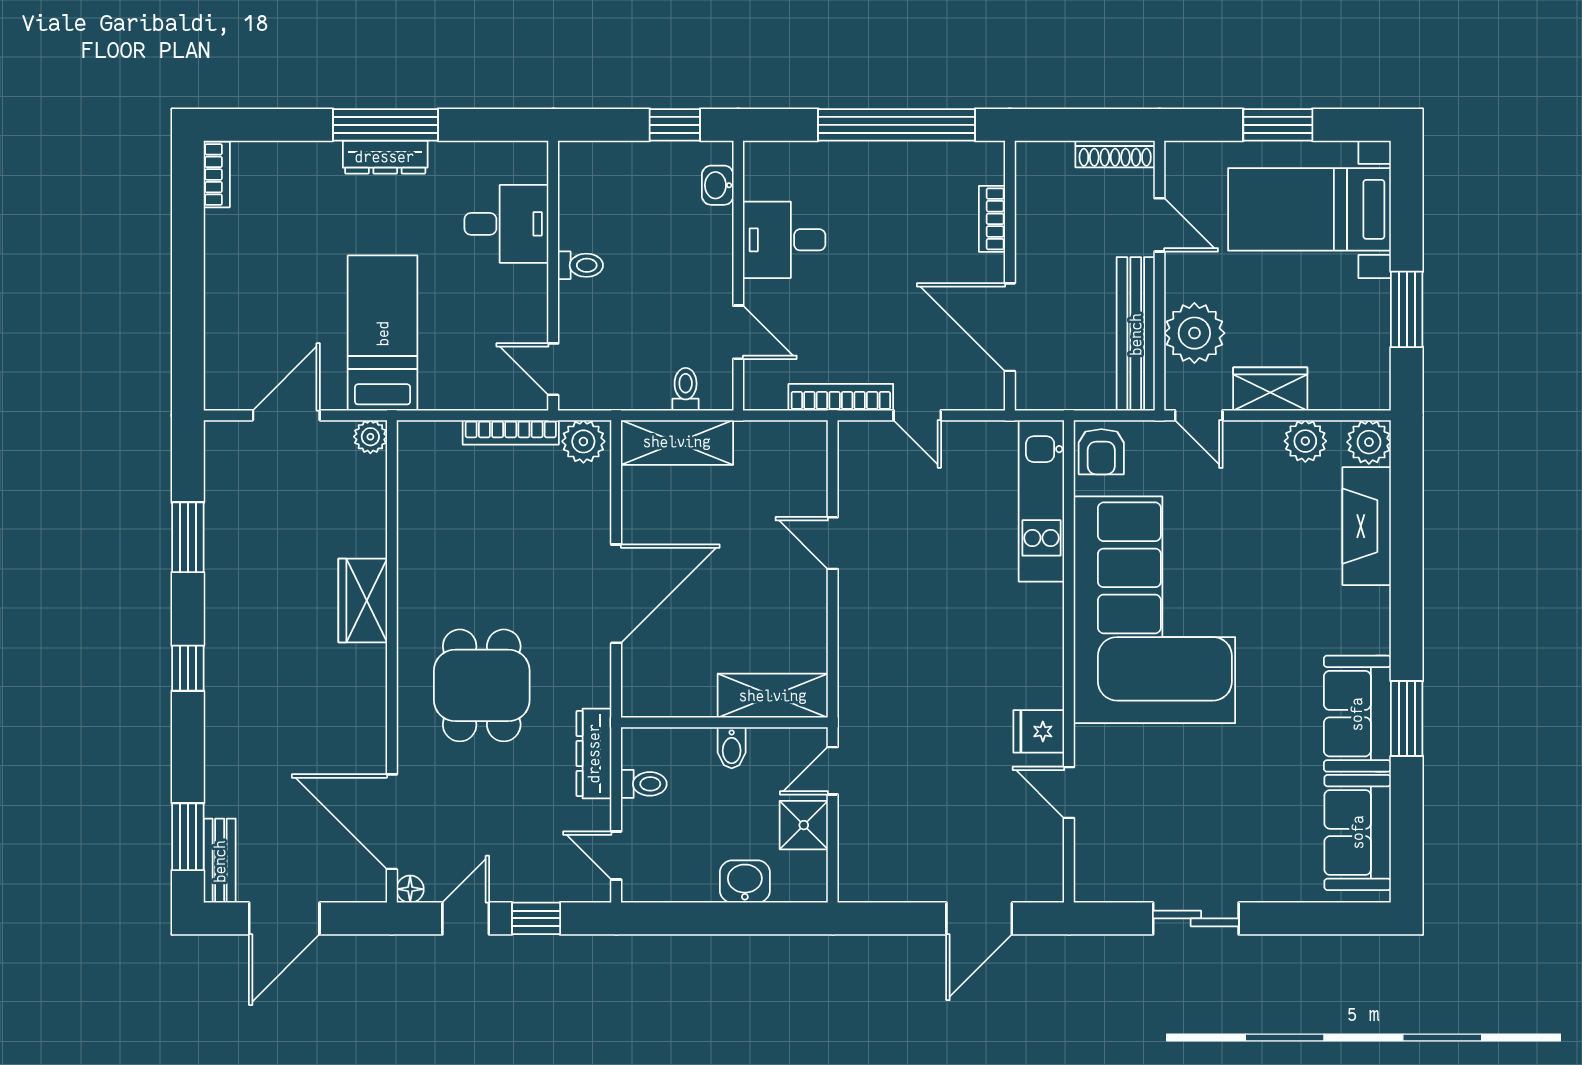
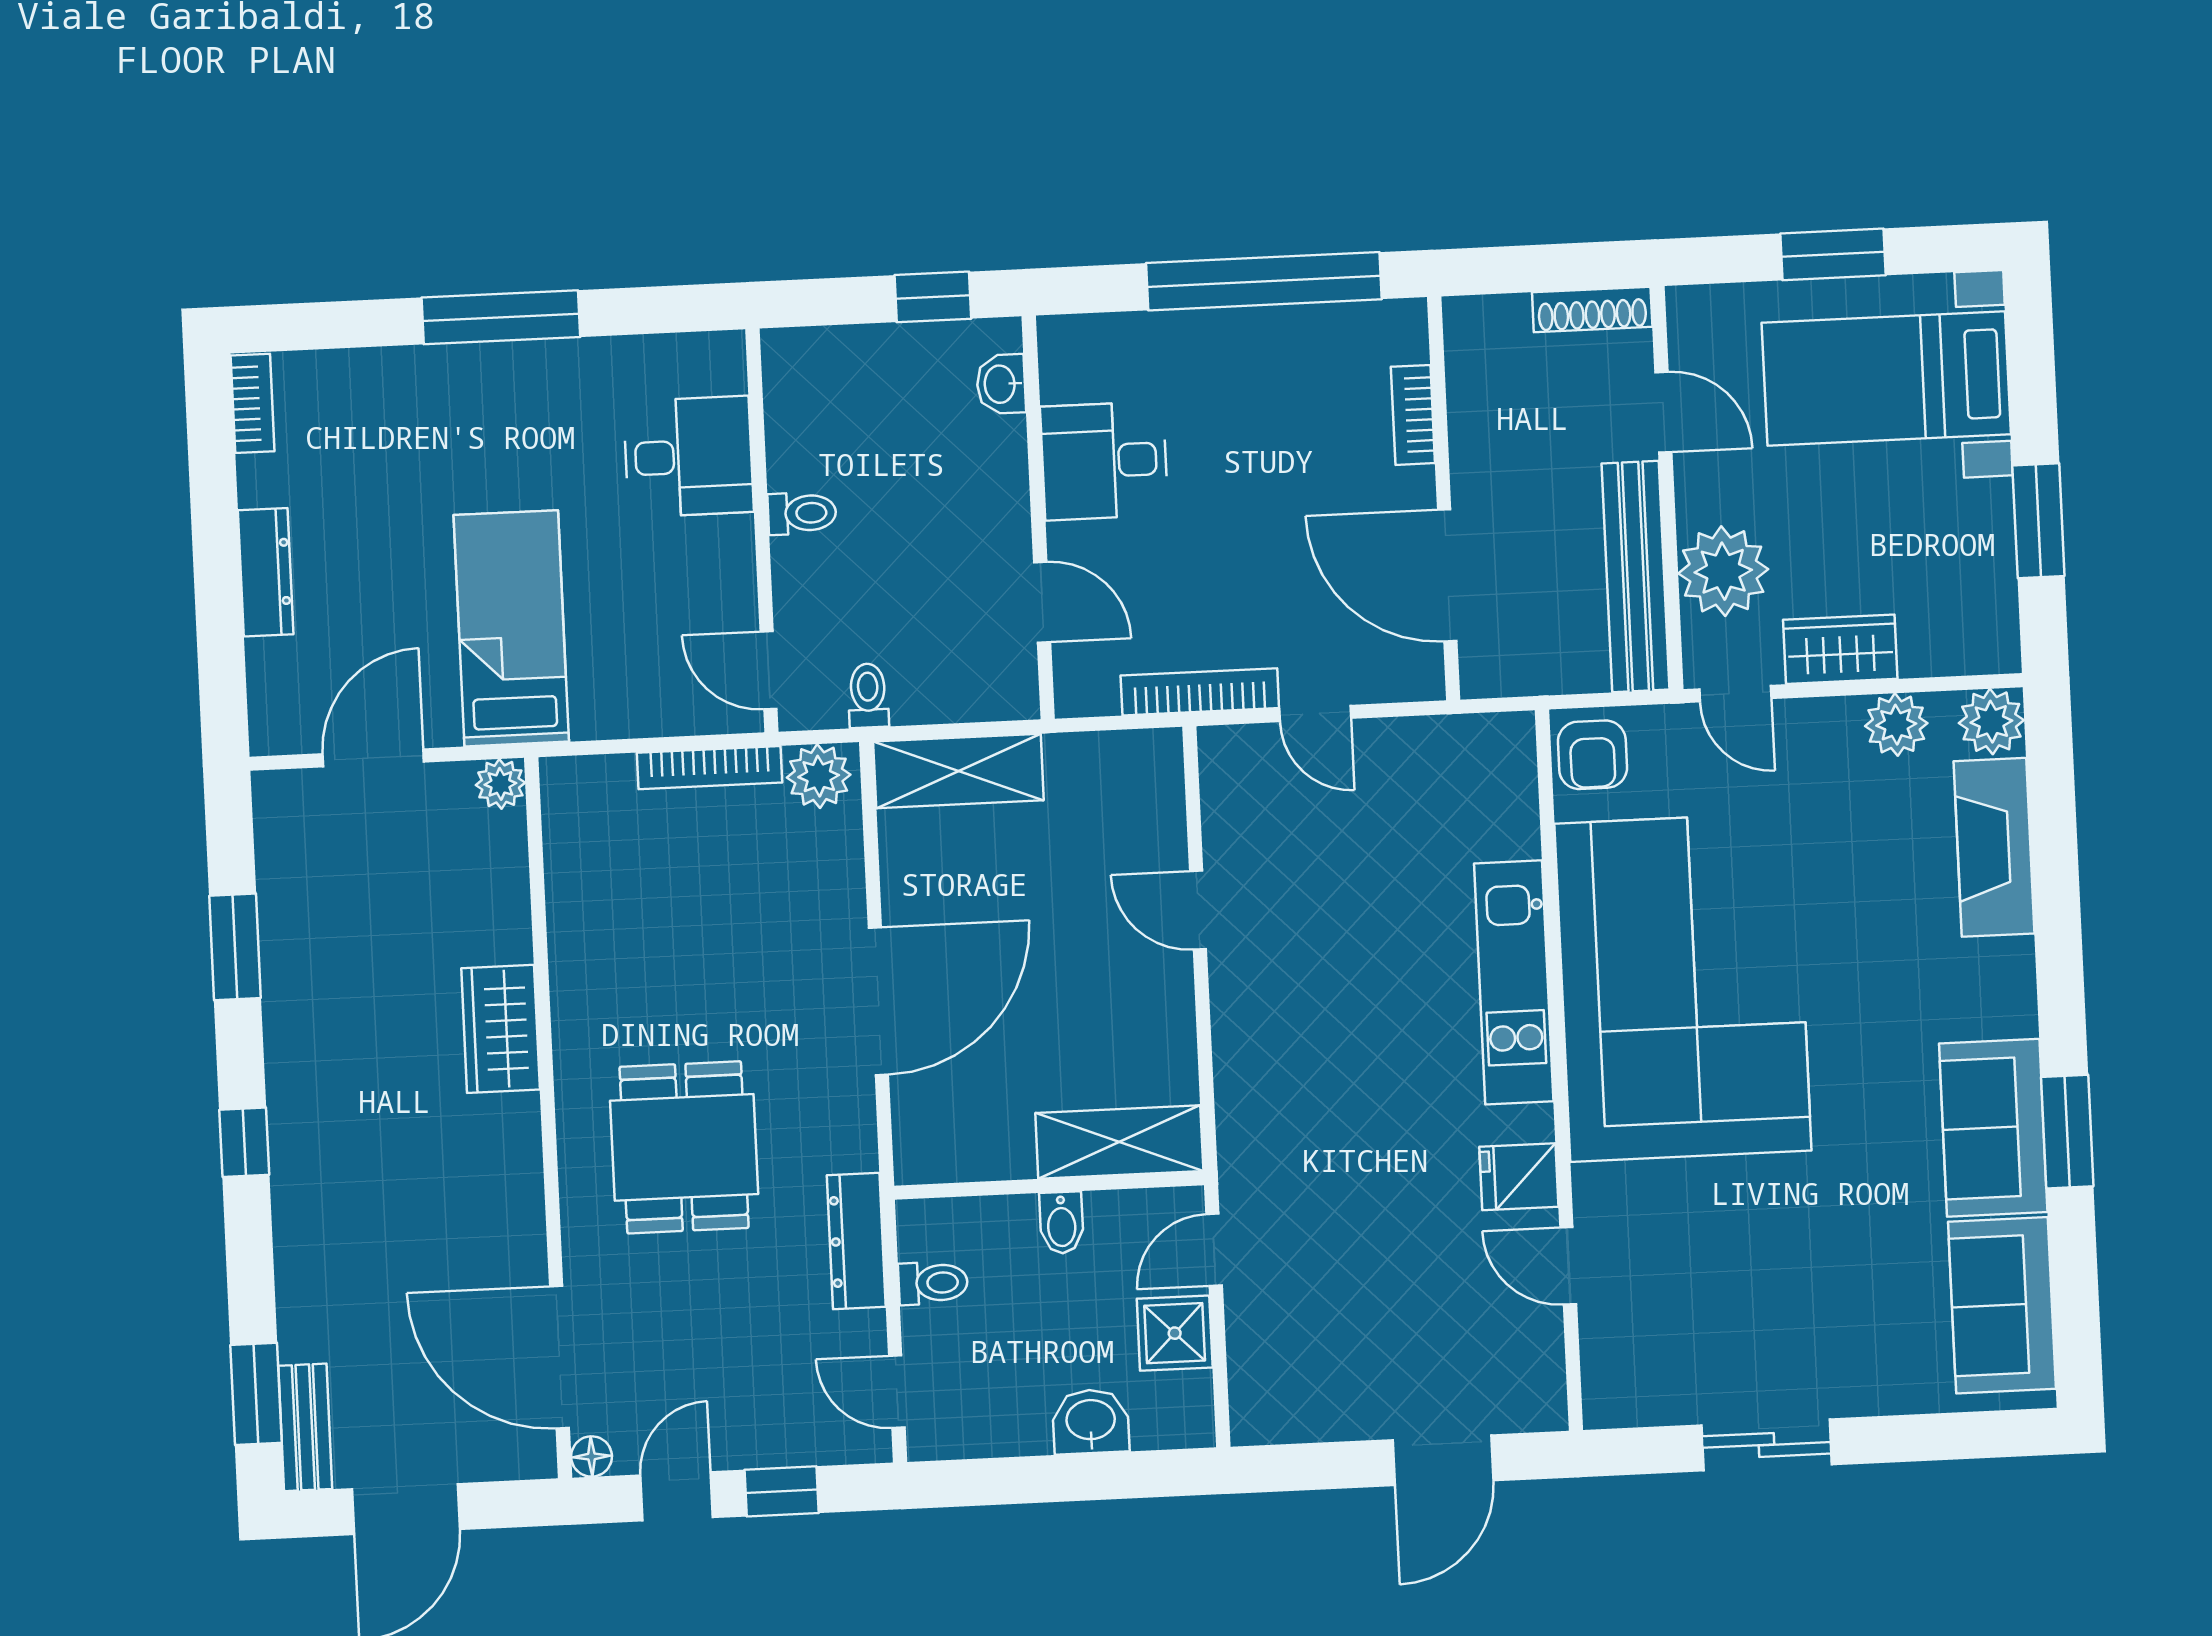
dresser: (385, 157) -> (266, 572), moved, turned -90
toilet: (686, 389) -> (868, 696), moved
kitchen unit: (1041, 501) -> (1514, 982), moved

